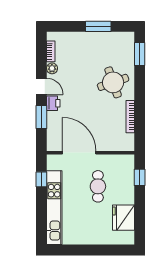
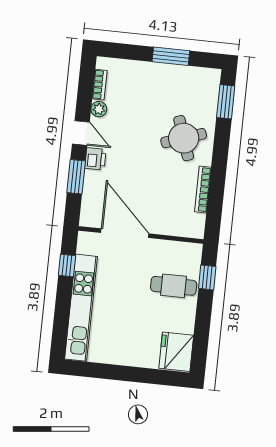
cafe table: (98, 186) -> (174, 286), moved, turned 90
fridge: (123, 218) -> (176, 352), moved

